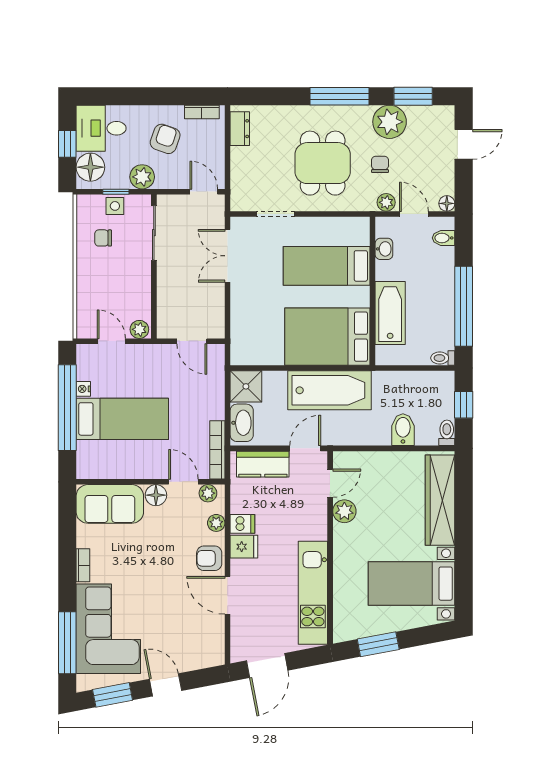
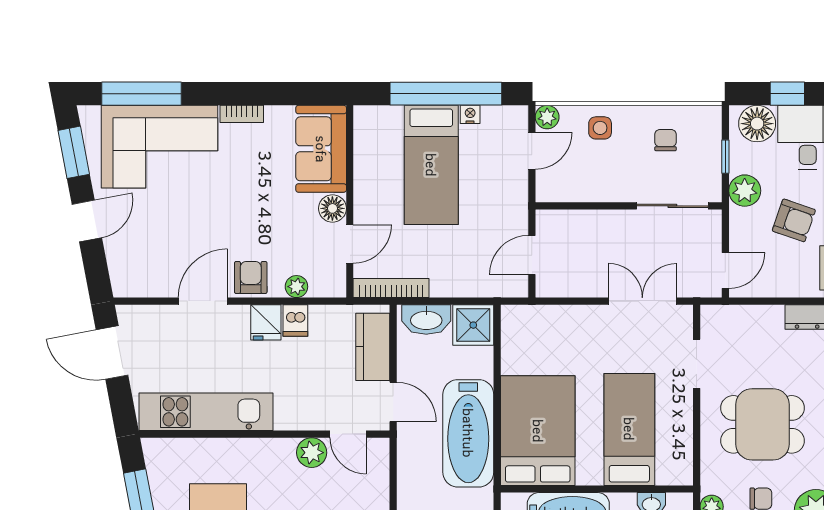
side table: (115, 206) -> (600, 128), moved
plant: (139, 329) -> (547, 117), moved
plant: (208, 493) -> (335, 276), removed

